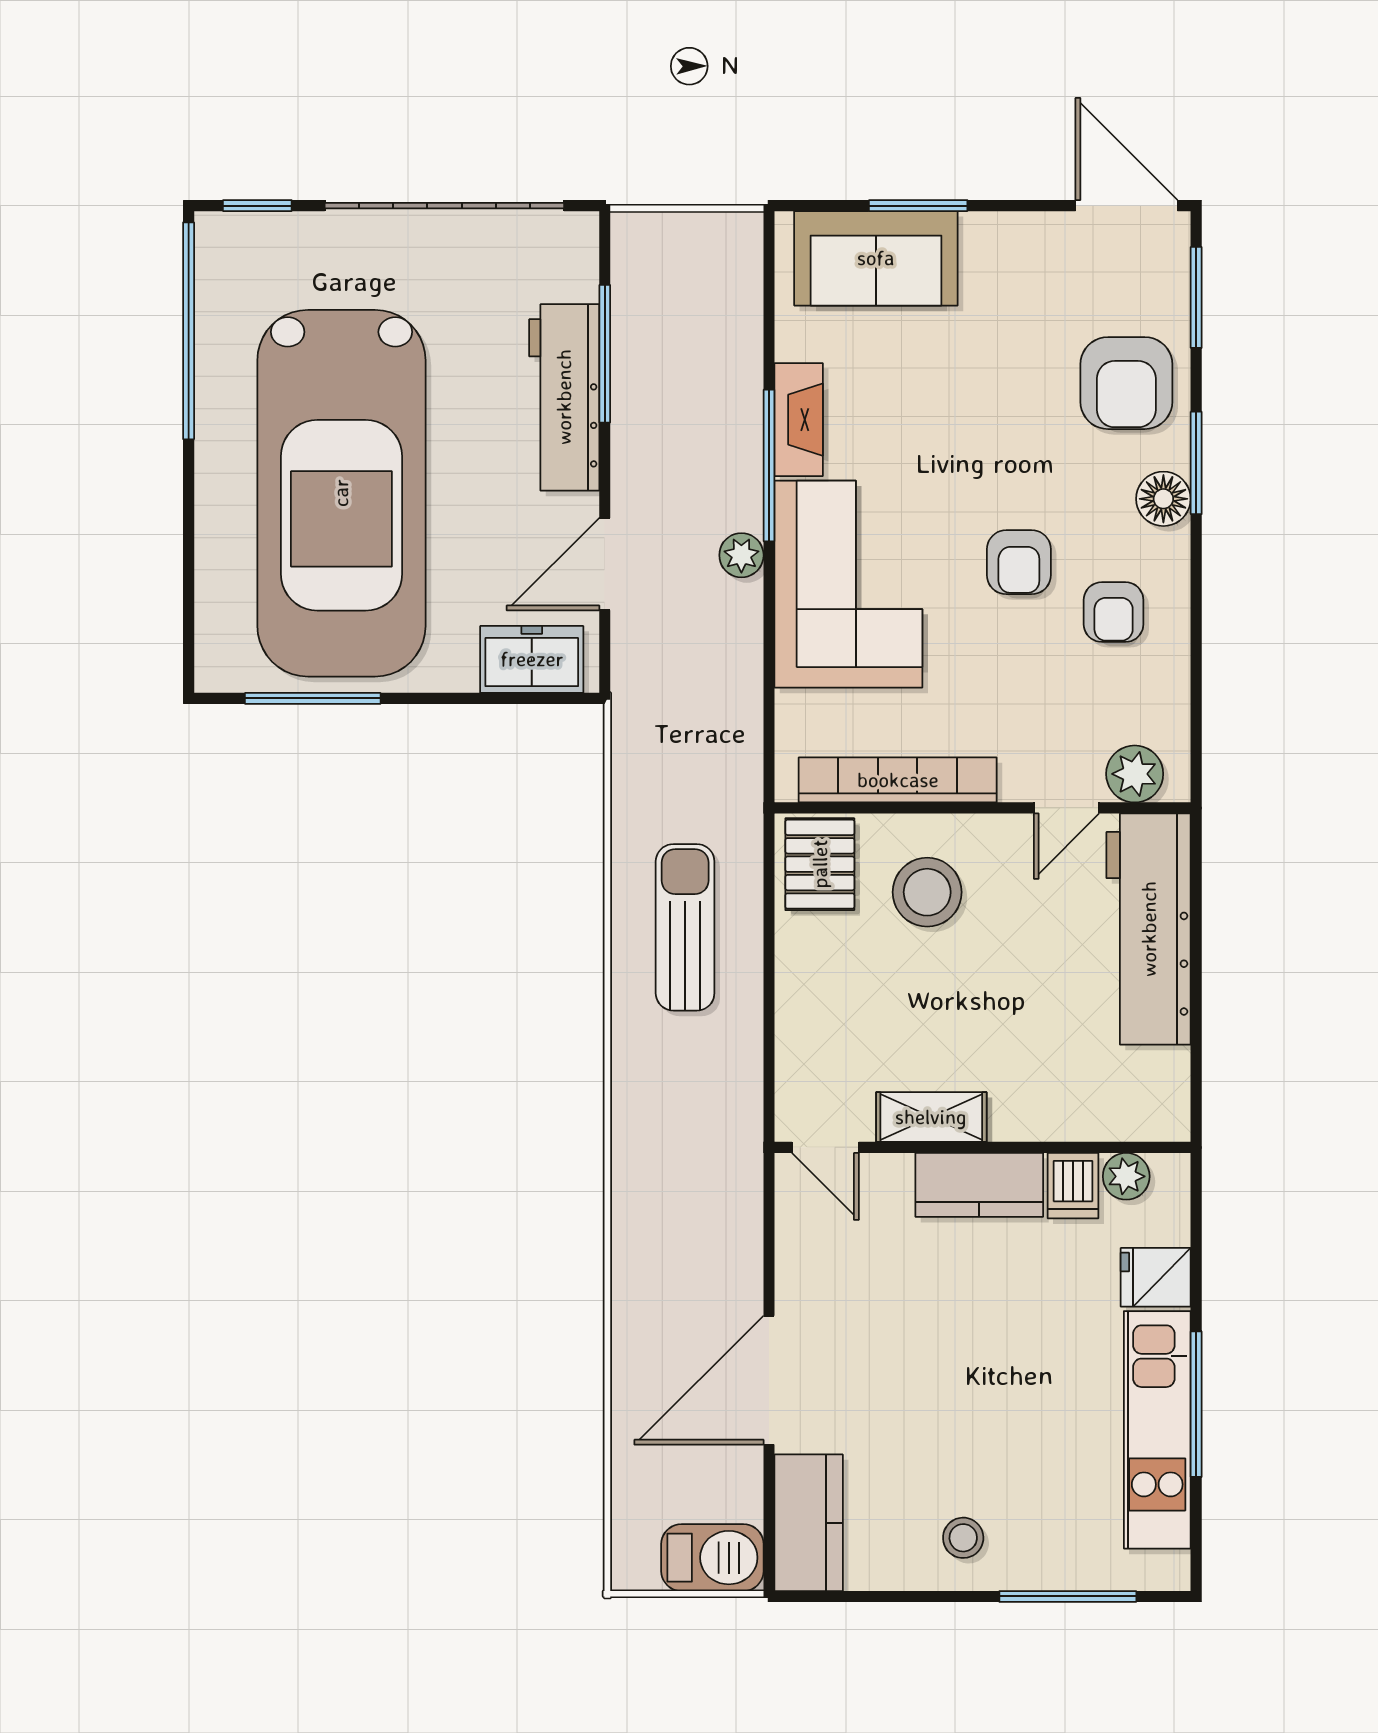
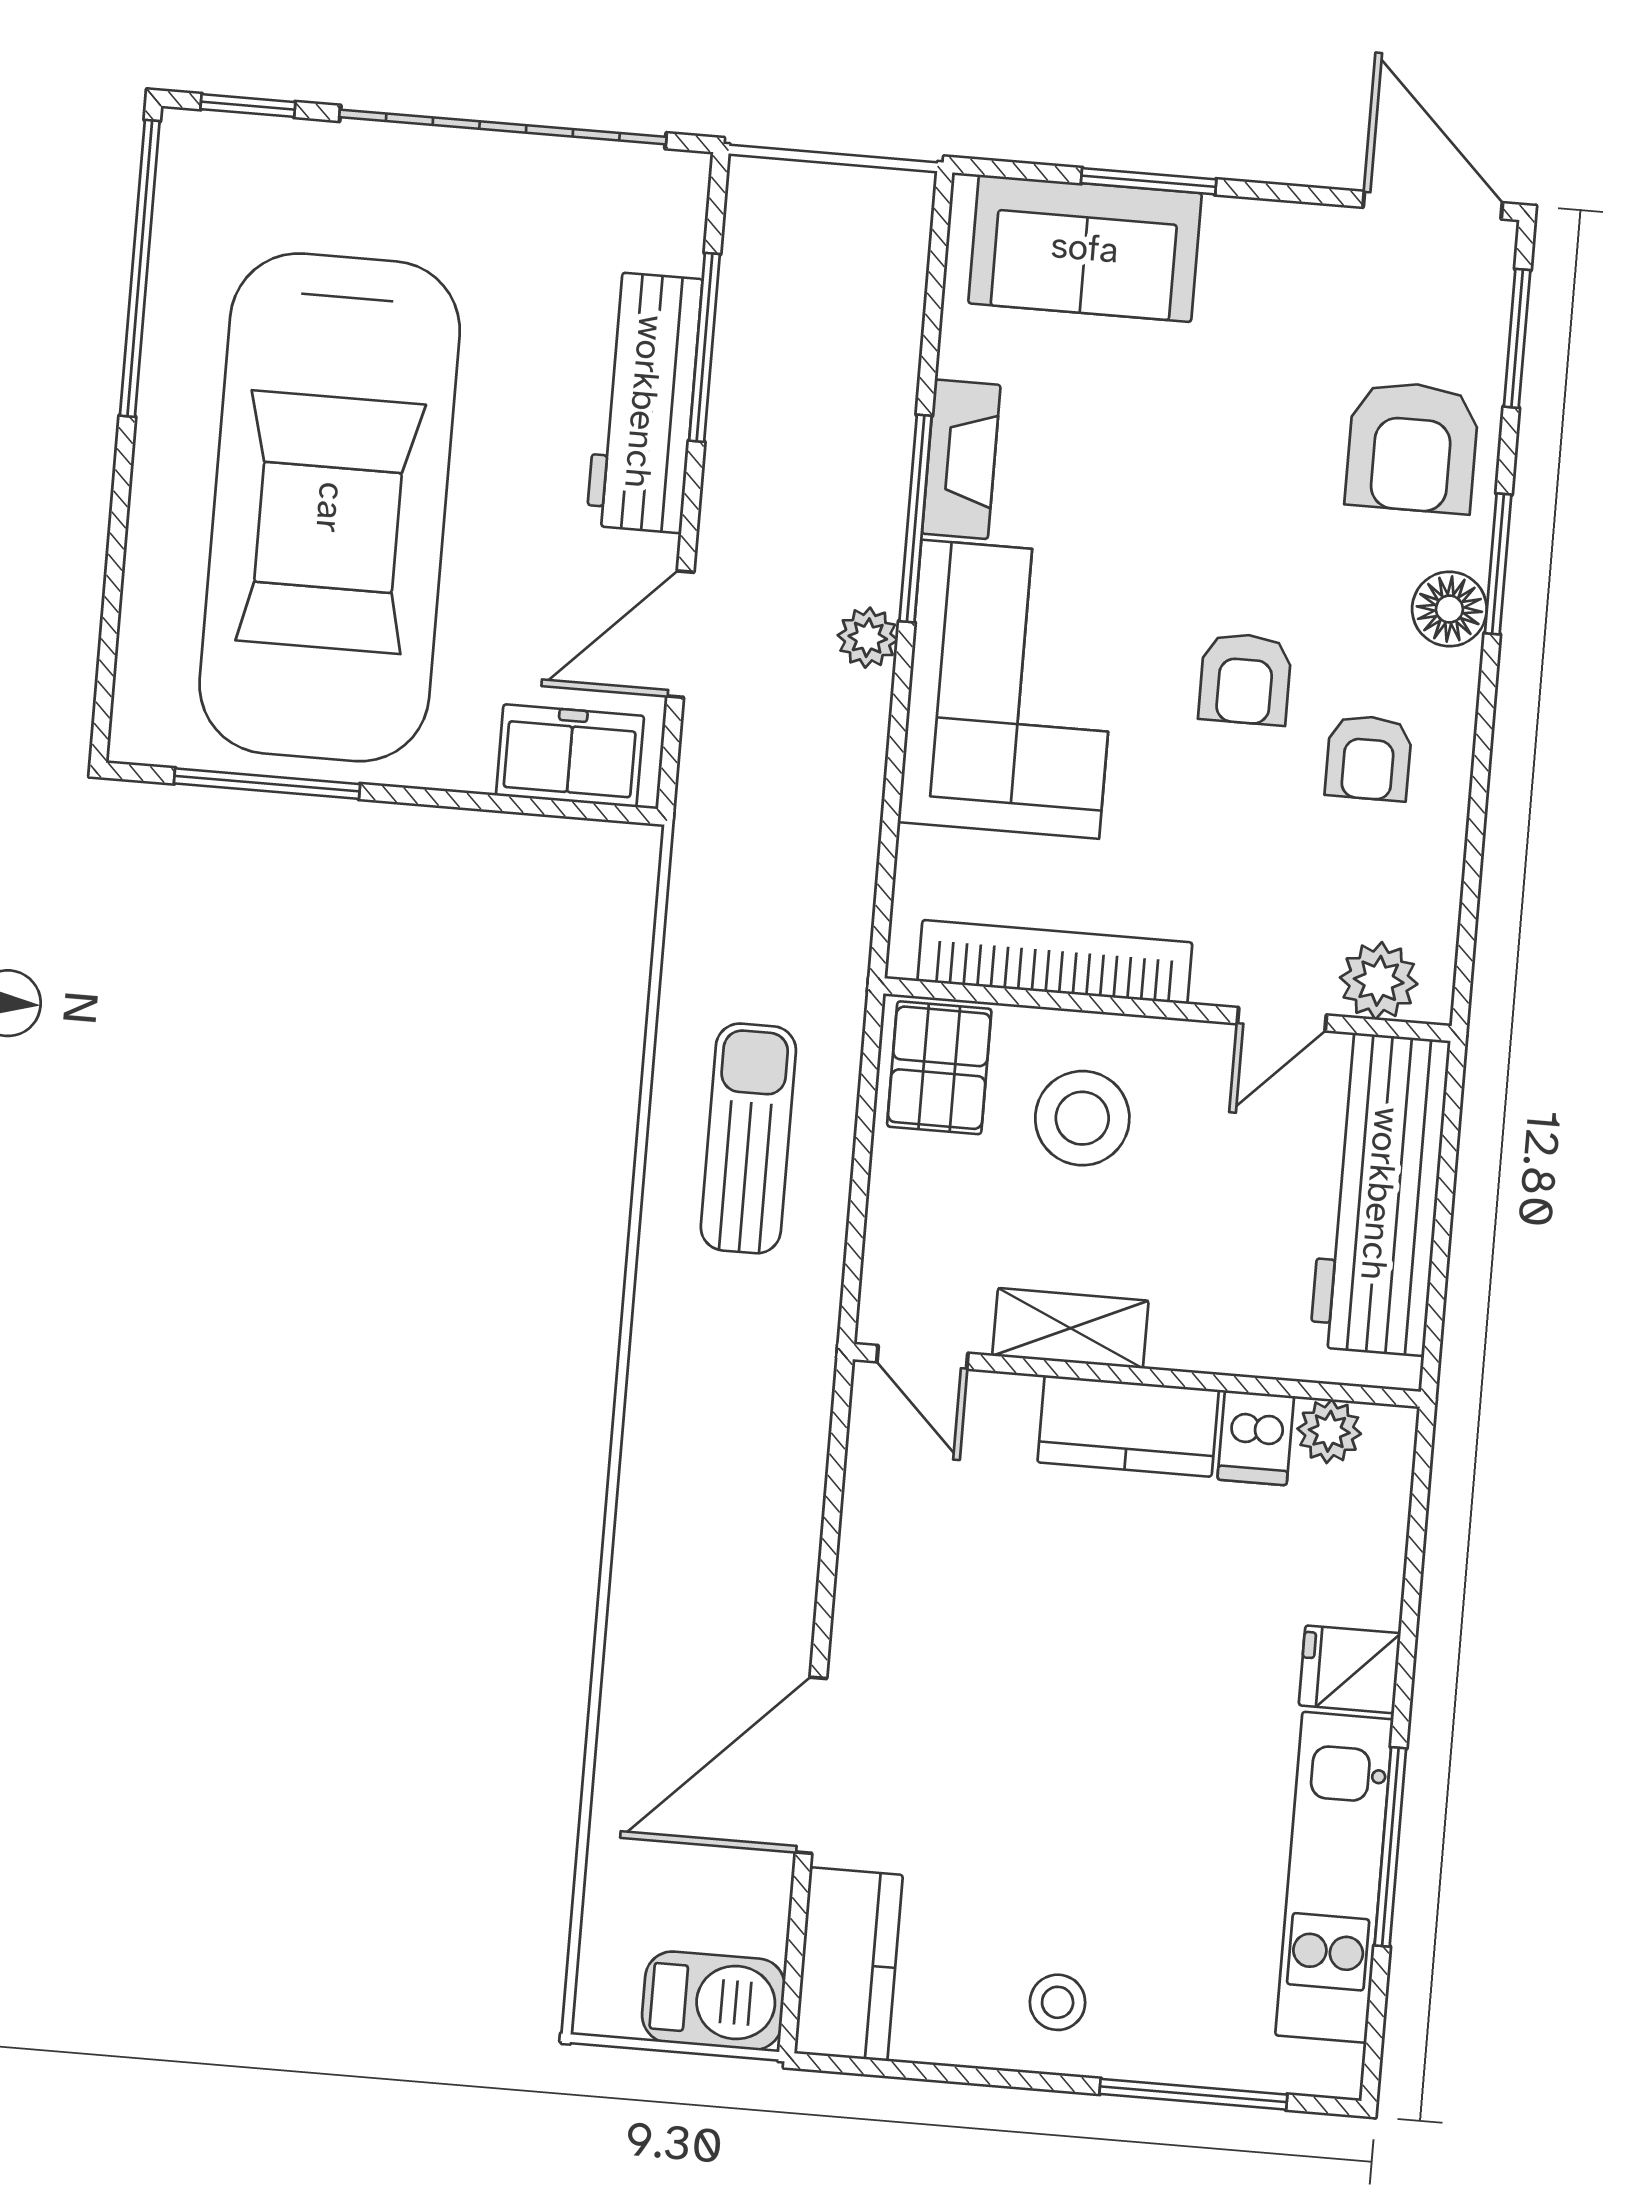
shelving: (931, 1117) -> (1070, 1328), moved
door: (825, 1147) -> (922, 1357), moved
wall: (983, 1147) -> (1137, 1375), moved
plant: (1126, 1176) -> (1329, 1431), moved
kitchen counter: (979, 1185) -> (1128, 1426), moved
dishwasher: (1073, 1186) -> (1256, 1438), moved

